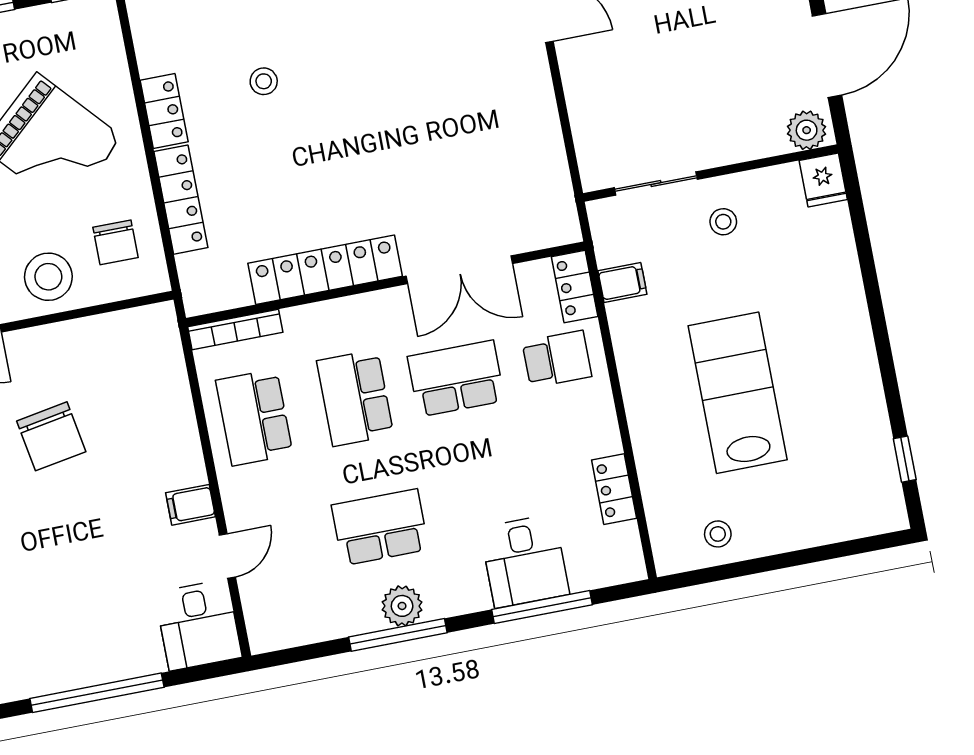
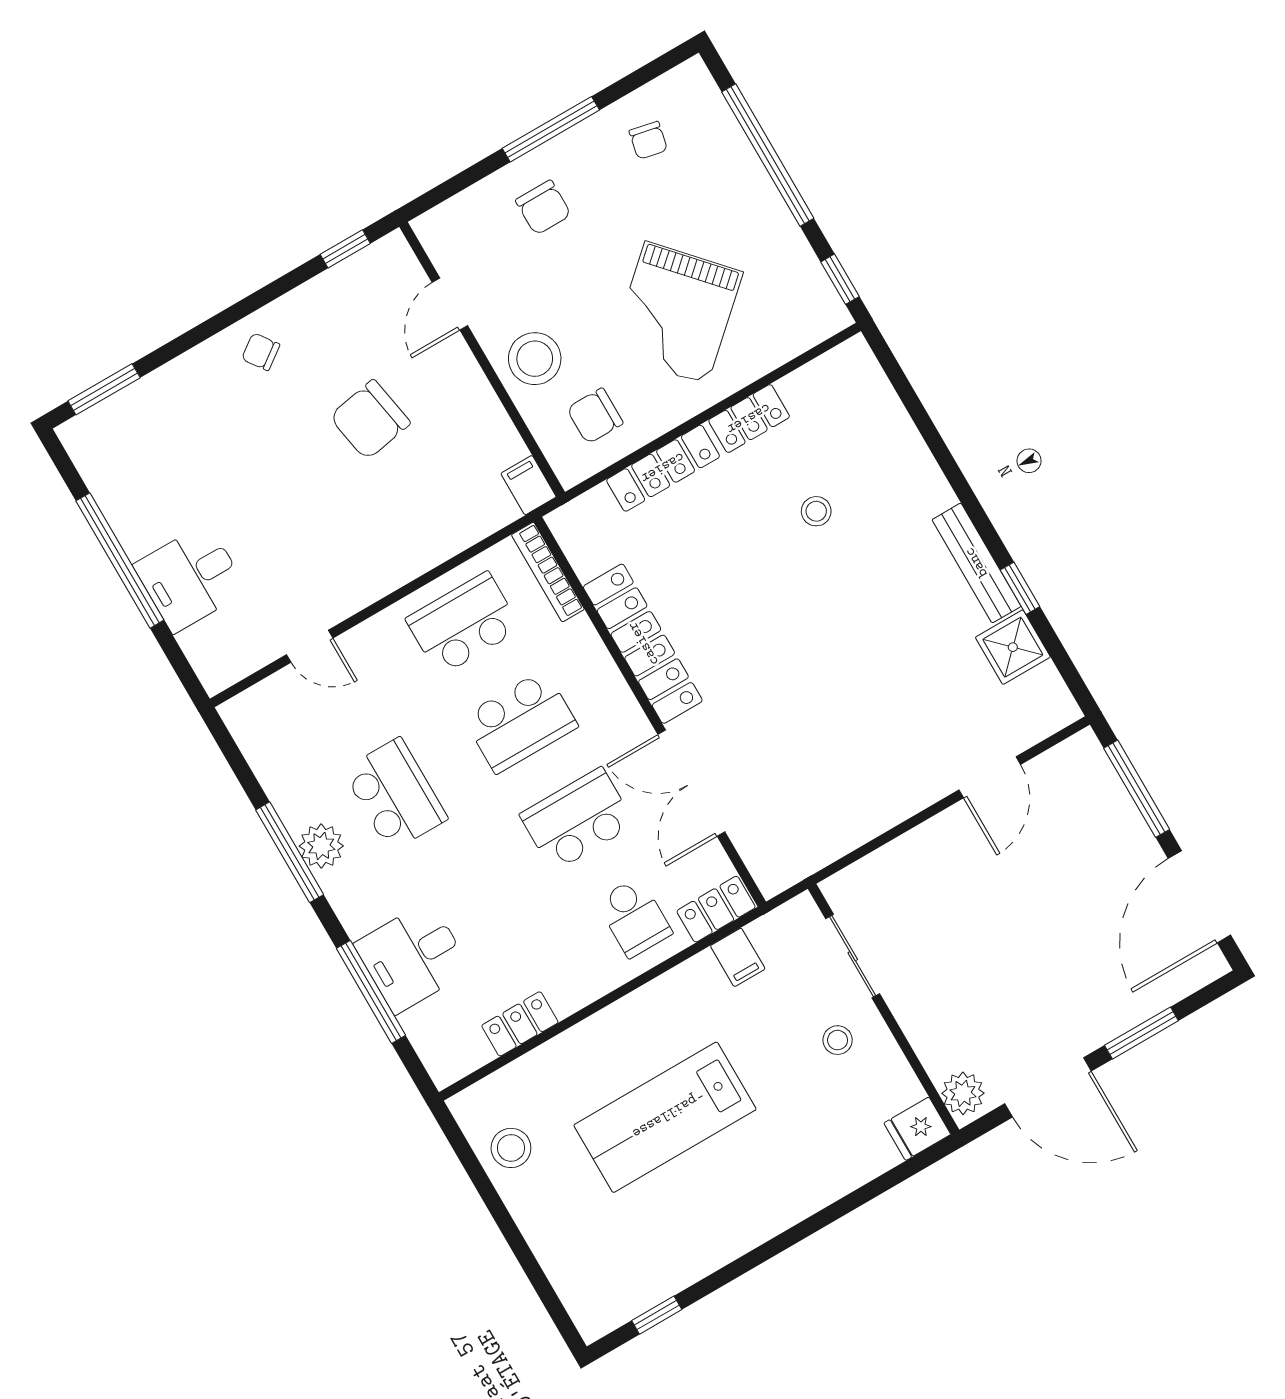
school desk: (456, 379) -> (577, 819), turned -90
lab bench: (738, 393) -> (665, 1117), turned 180
school desk: (355, 398) -> (520, 722), turned 180
filing cabinet: (191, 505) -> (529, 485), moved
stool: (718, 534) -> (511, 1148), width x1.37, depth x1.37
desk: (198, 625) -> (190, 578), moved

